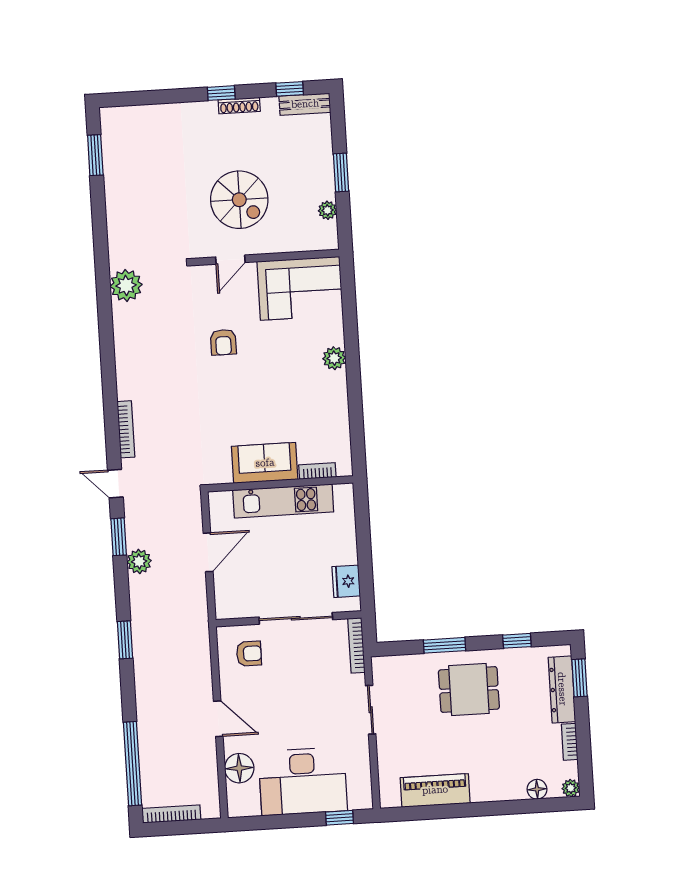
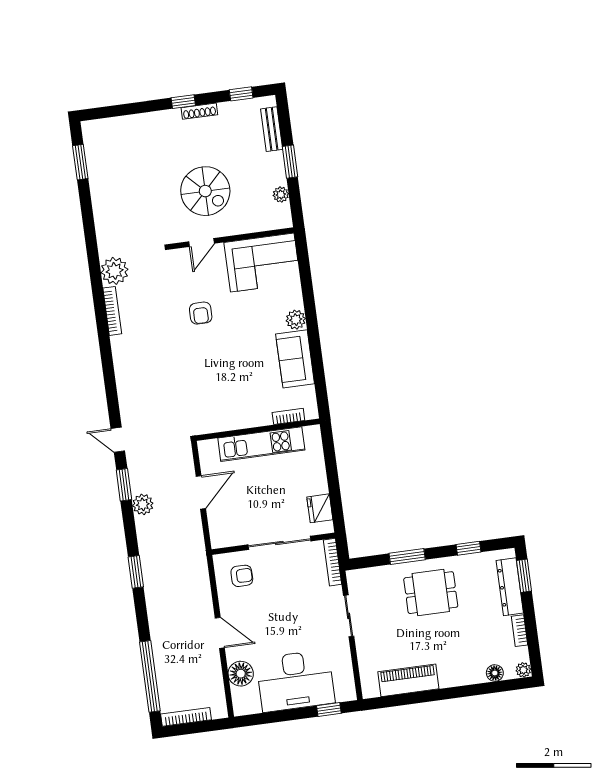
bench: (305, 104) -> (272, 129), moved, turned 90
bookcase: (126, 429) -> (112, 311), moved
sofa: (265, 463) -> (295, 359), moved, turned -90

